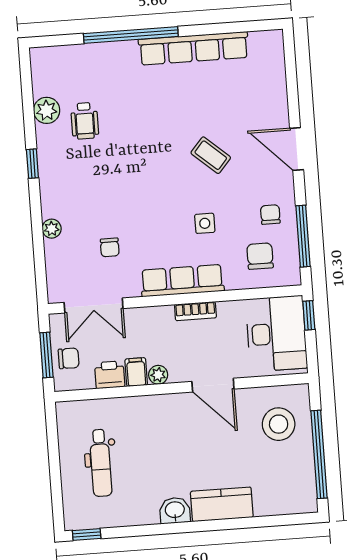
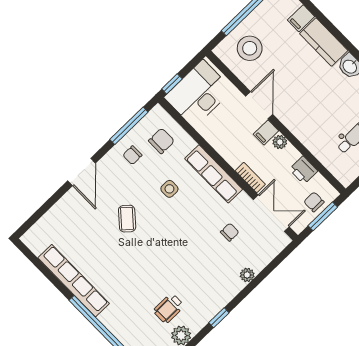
wheelchair: (85, 121) -> (169, 308), turned 180
chair: (260, 256) -> (161, 141), turned 180
bookcase: (195, 311) -> (250, 177), moved
filing cabinet: (136, 372) -> (266, 133), moved
filing cabinet: (265, 502) -> (301, 18), added

